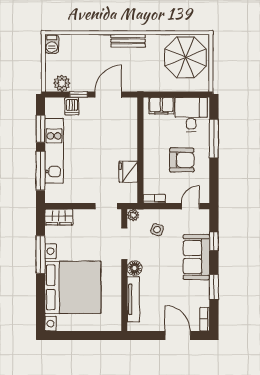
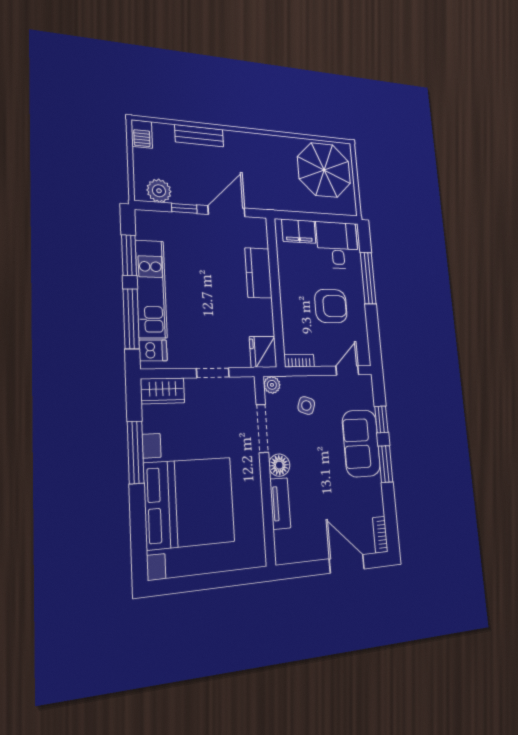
bench: (128, 41) -> (199, 136), moved
dishwasher: (72, 106) -> (153, 351), moved, turned -90
kitchen counter: (129, 138) -> (258, 273), added
fridge: (128, 172) -> (263, 352), moved
doorway: (106, 206) -> (213, 373), moved
window: (214, 287) -> (386, 464), moved
tv unit: (133, 299) -> (280, 503), width x0.71

